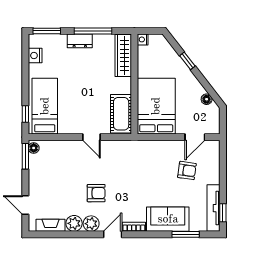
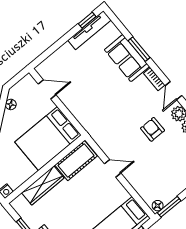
wardrobe: (123, 56) -> (43, 185), moved
door: (92, 137) -> (113, 168), hinge flipped
armchair: (187, 170) -> (78, 74), removed
door: (113, 234) -> (174, 91), hinge flipped
window: (186, 234) -> (139, 49), moved

